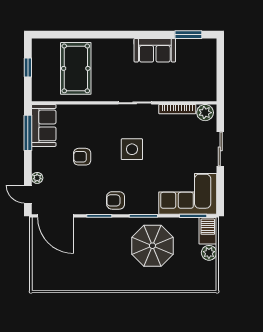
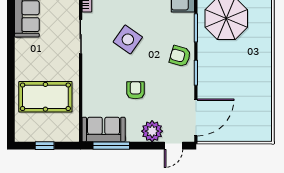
side table: (132, 149) -> (128, 39), turned 35
armchair: (82, 157) -> (135, 90), turned 180
plant: (37, 178) -> (152, 131), width x1.87, depth x1.87
armchair: (116, 200) -> (180, 56), turned 106

